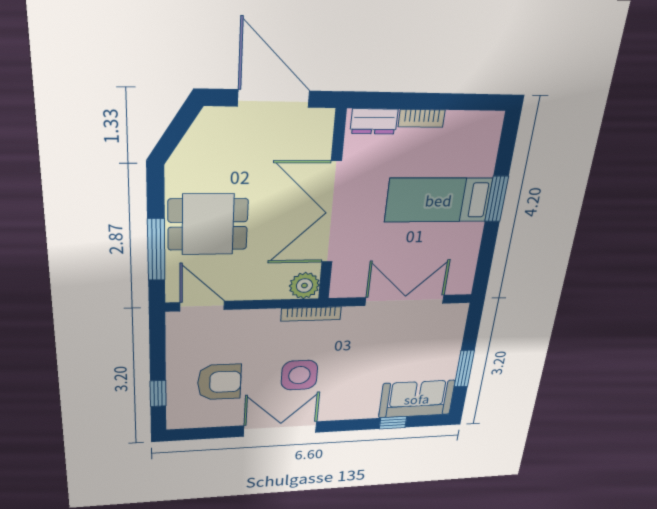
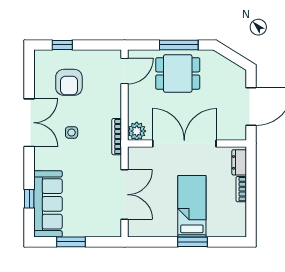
dining table: (208, 224) -> (178, 73), turned 90
window: (156, 250) -> (179, 45), moved
side table: (299, 375) -> (72, 132), width x0.54, depth x0.54
sofa: (417, 399) -> (48, 204), width x1.36

